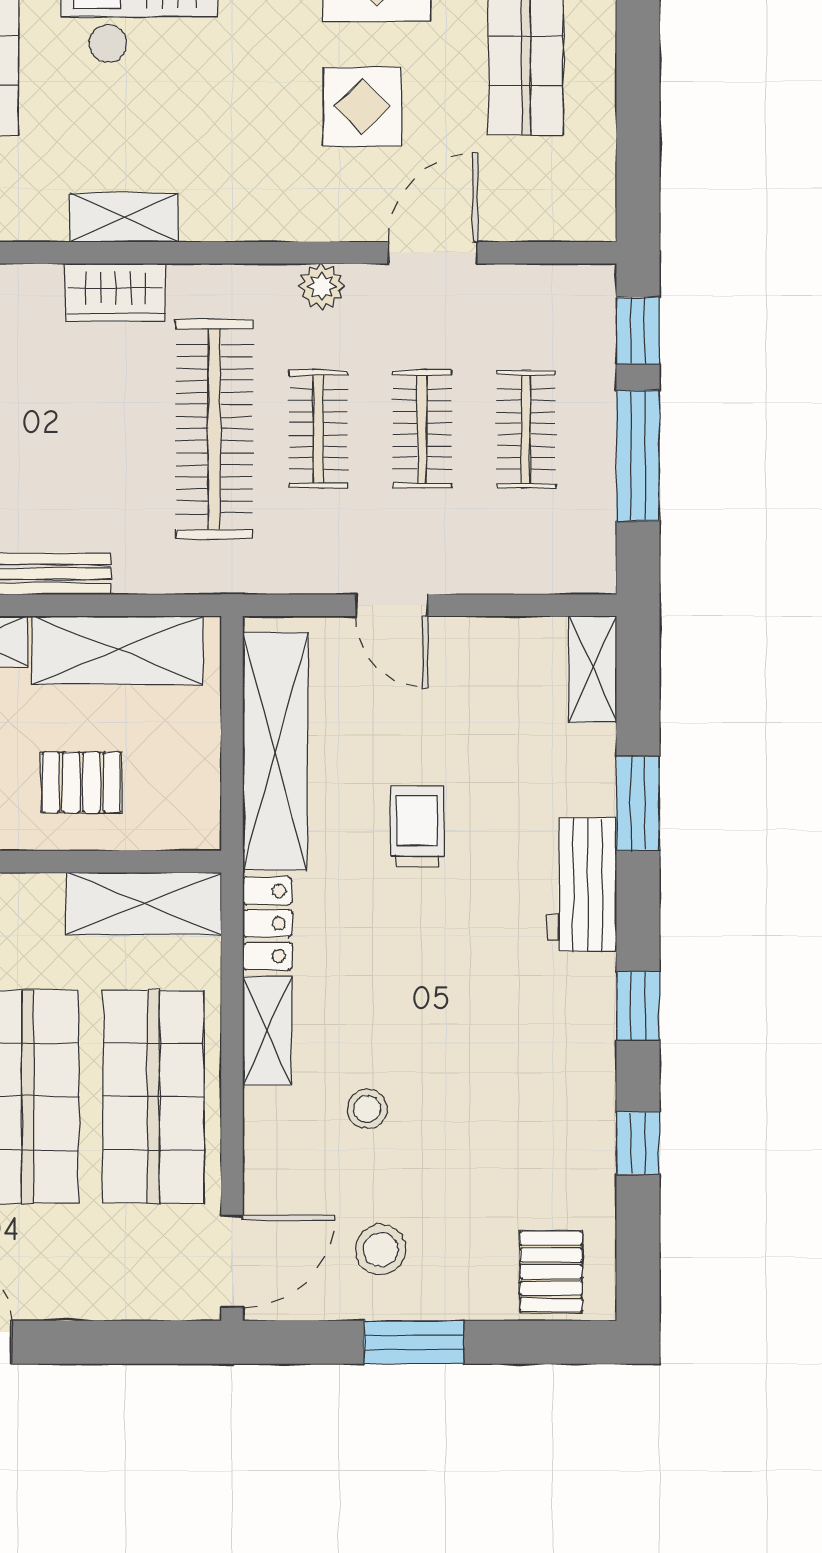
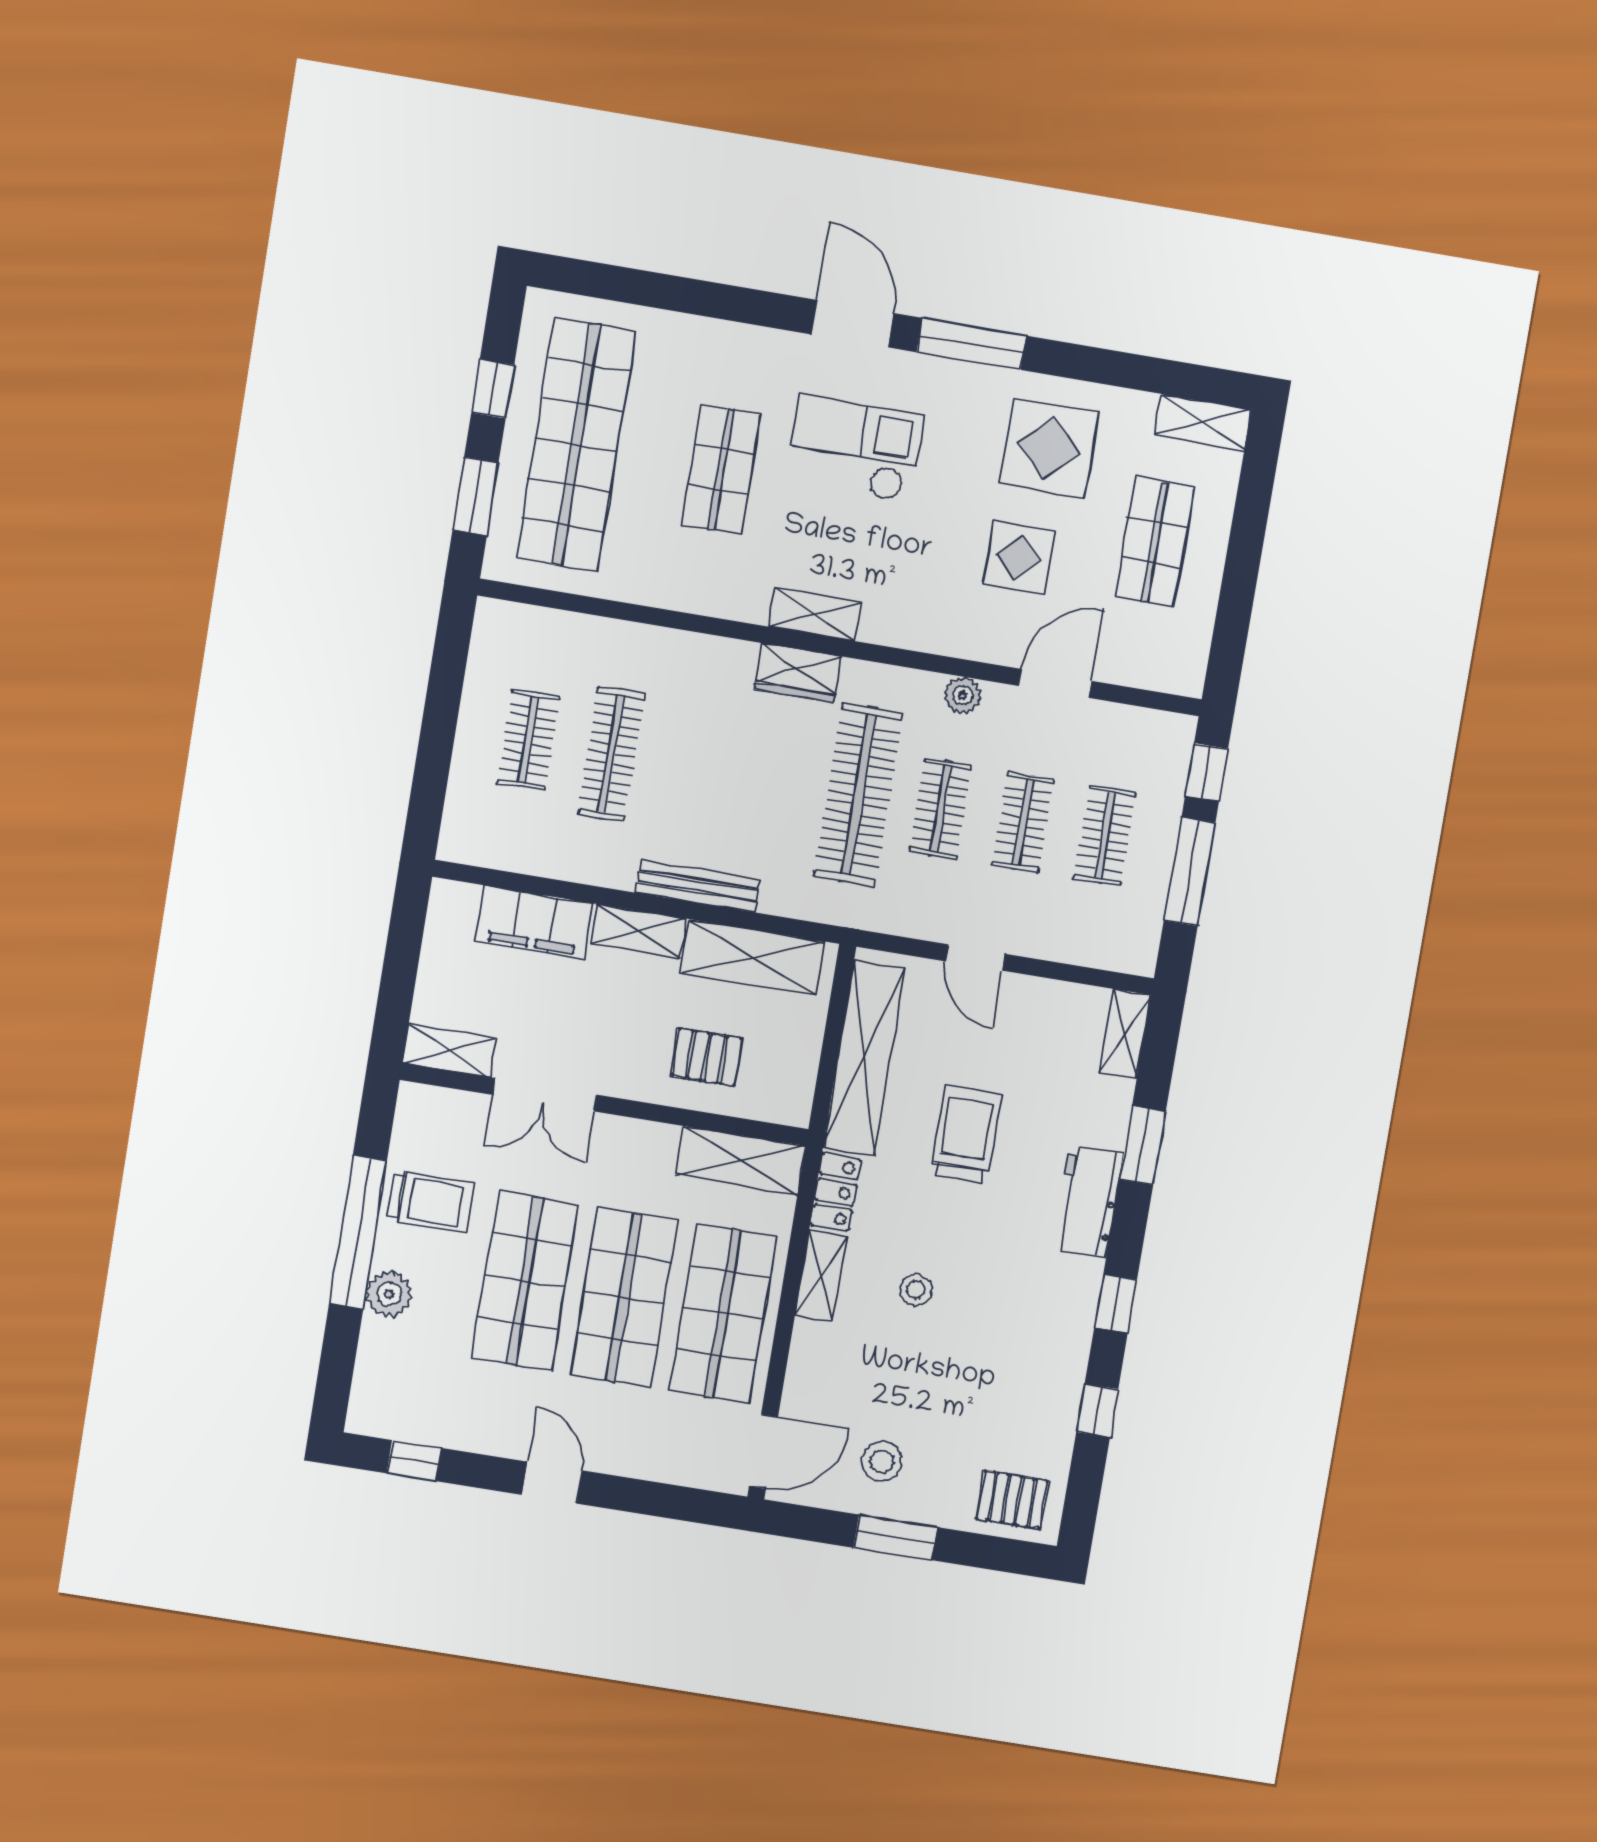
trolley: (417, 826) -> (966, 1135), width x1.36, depth x1.39
stool: (367, 1109) -> (916, 1290), moved
pallet: (551, 1272) -> (1012, 1500), turned 90

